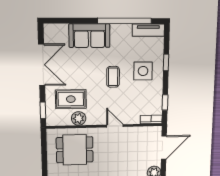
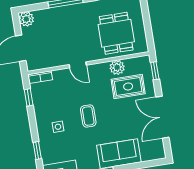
window: (166, 62) -> (37, 150), moved
side table: (143, 71) -> (58, 127), width x0.54, depth x0.54
dining table: (75, 150) -> (116, 33), turned 90

